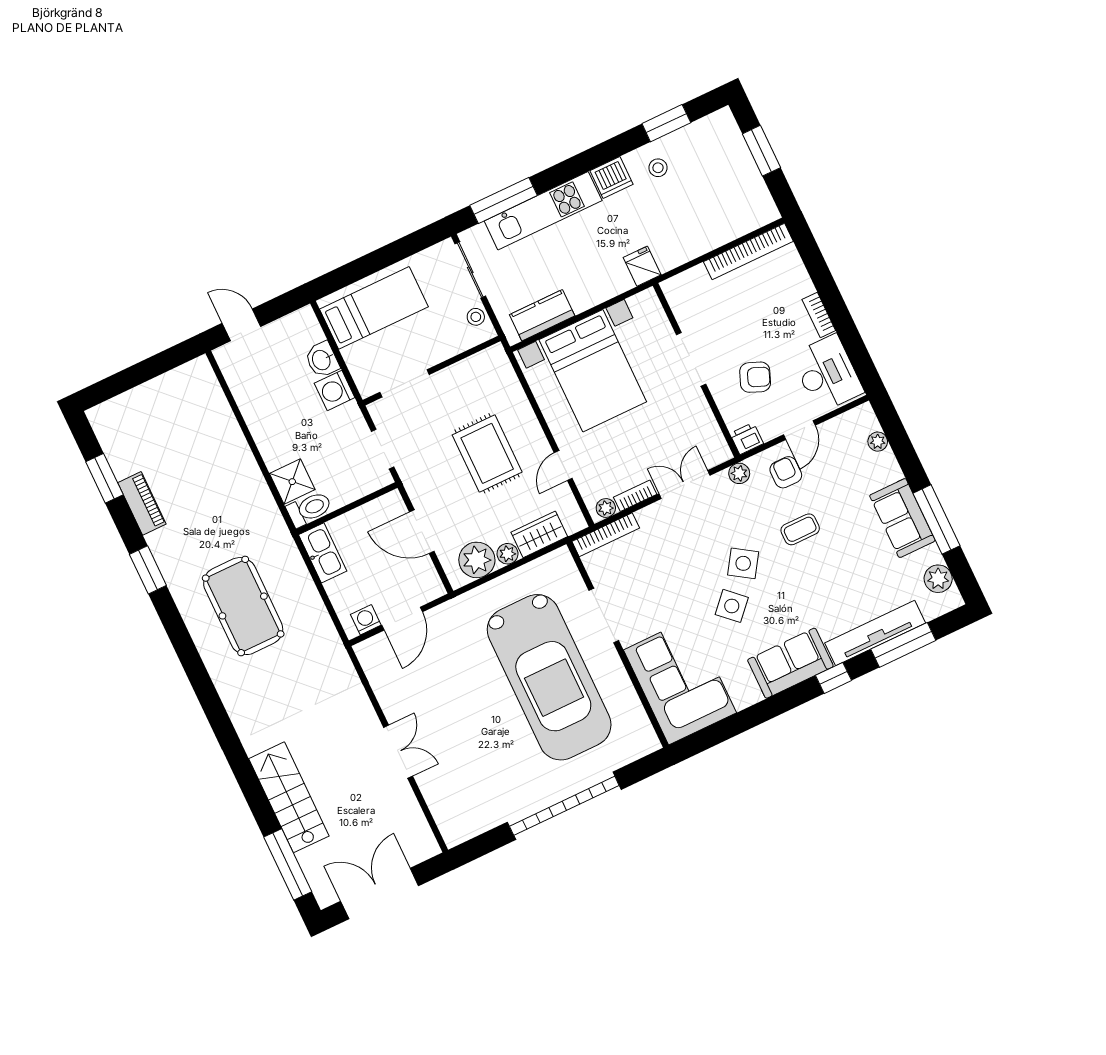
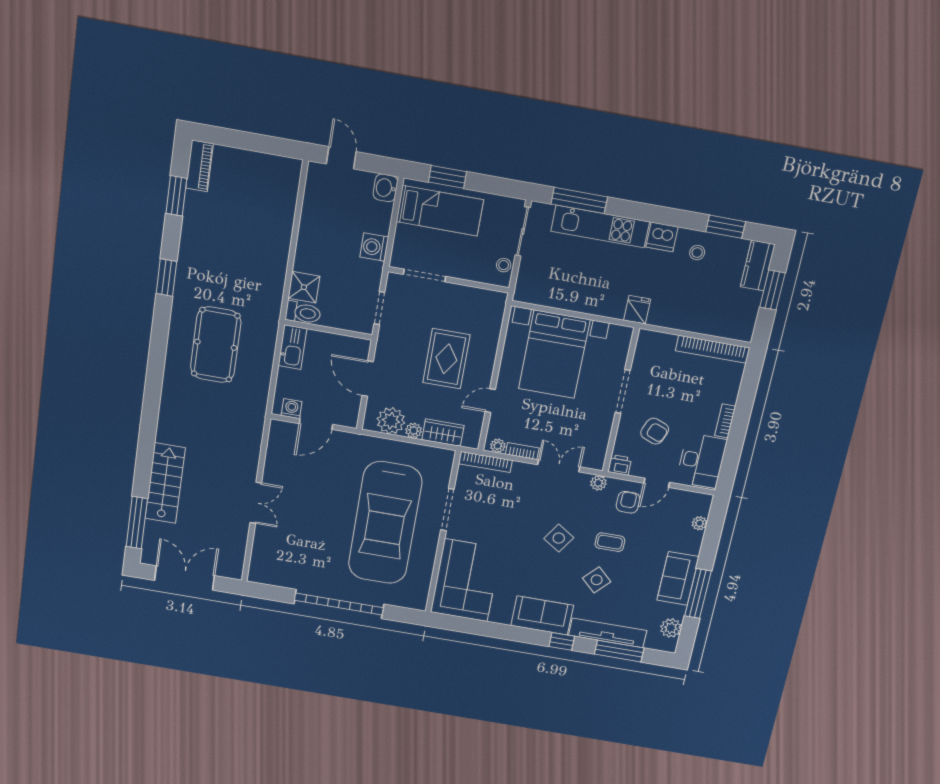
window: (358, 269) -> (448, 177), added
kitchen counter: (542, 315) -> (758, 266), moved, turned -90
washbasin: (322, 360) -> (385, 188), moved
piano: (142, 503) -> (199, 166), moved
side table: (732, 606) -> (597, 580), moved

